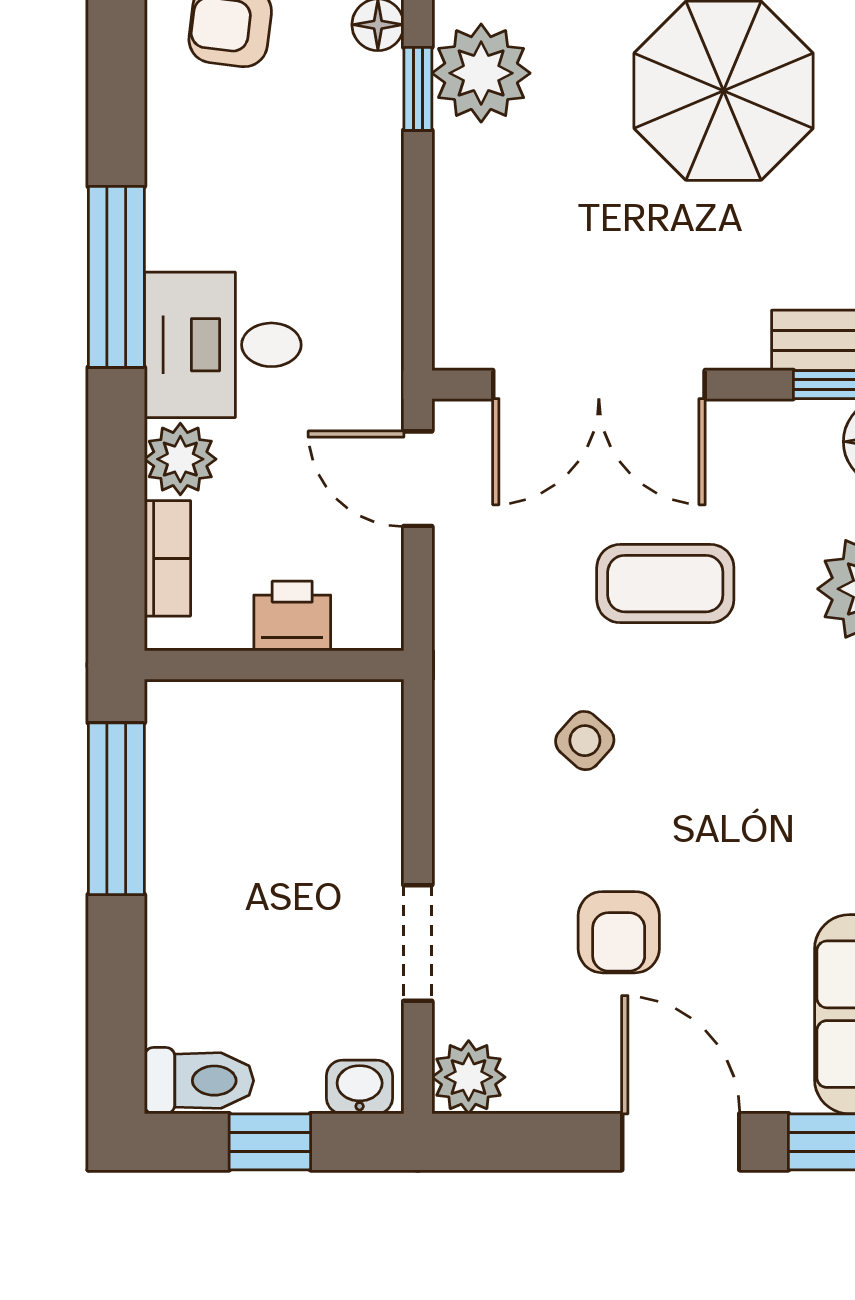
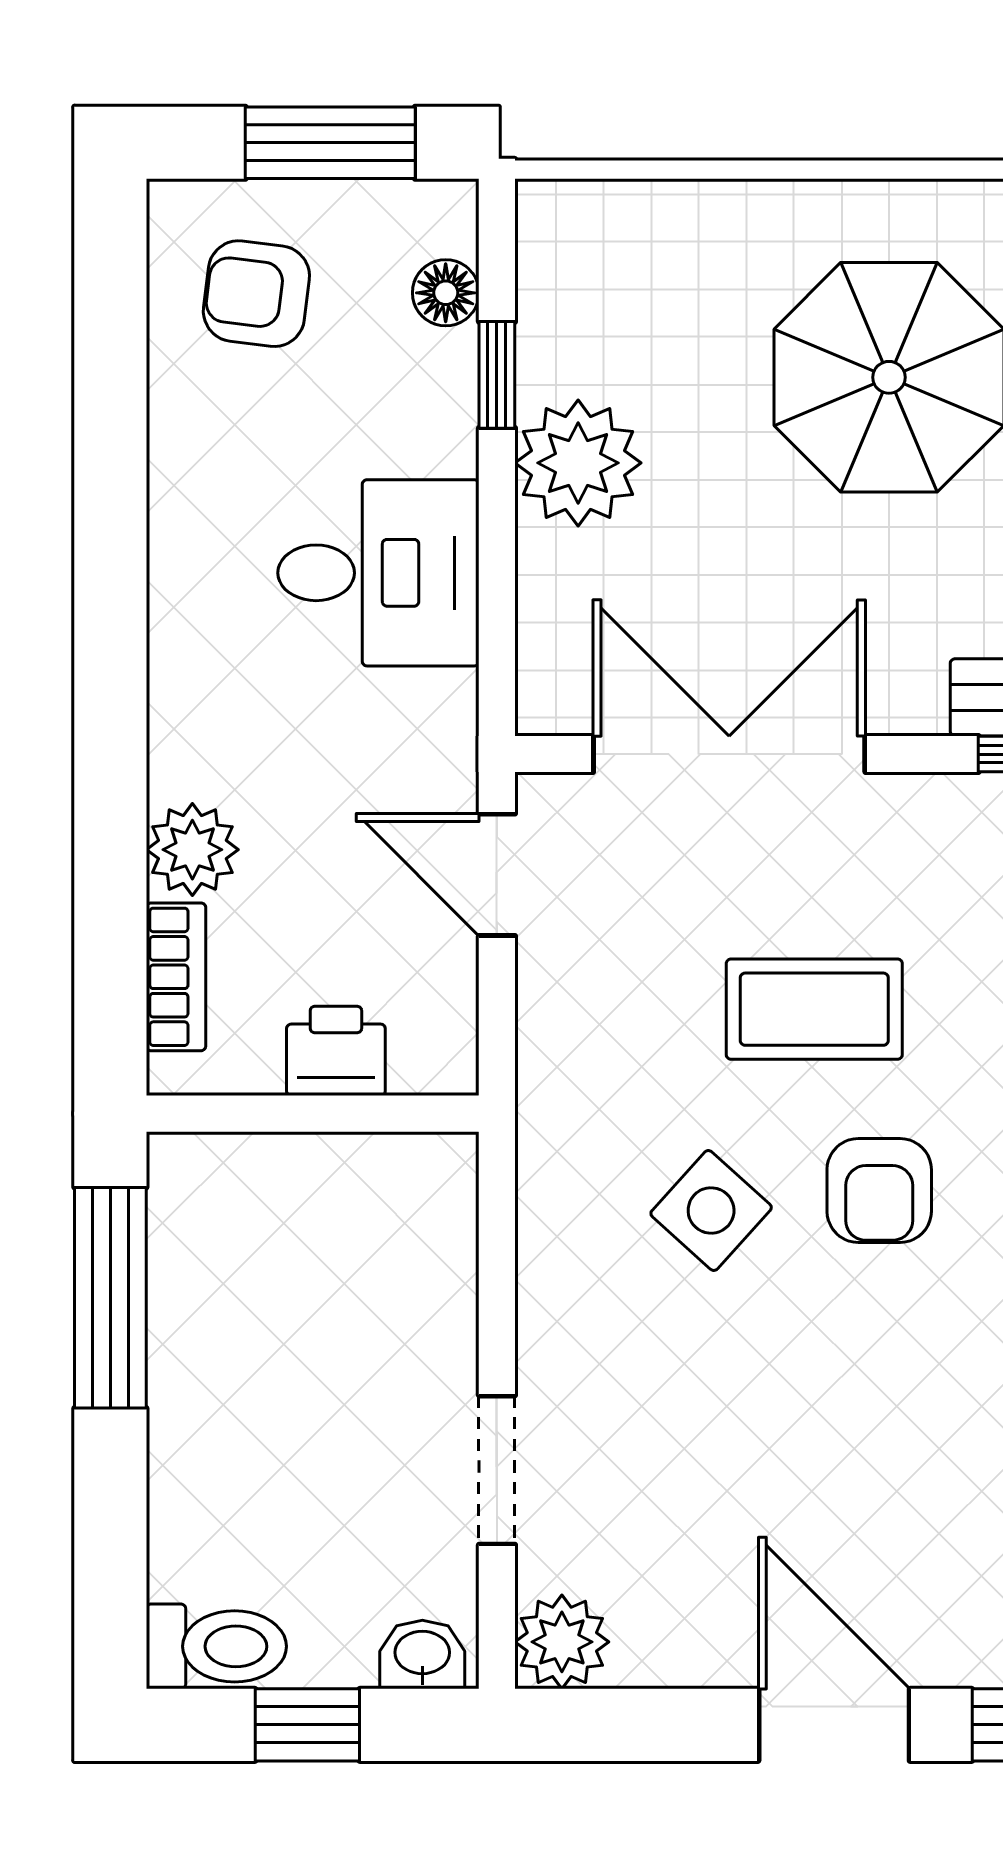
plant: (481, 73) -> (578, 463), moved
window: (116, 277) -> (110, 616), removed
desk: (223, 345) -> (378, 573), moved, turned 180
double door: (599, 385) -> (729, 754), swing flipped
side table: (585, 741) -> (711, 1210), width x1.37, depth x1.37
armchair: (619, 932) -> (879, 1190), moved

